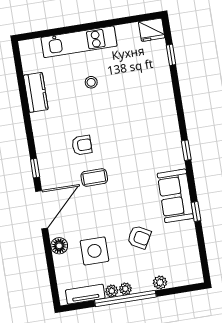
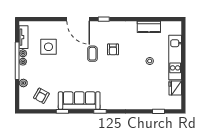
fridge: (152, 30) -> (175, 88), moved
sofa: (175, 196) -> (79, 101), width x1.36
armchair: (139, 237) -> (41, 96), moved
floor lamp: (59, 246) -> (55, 26), removed

